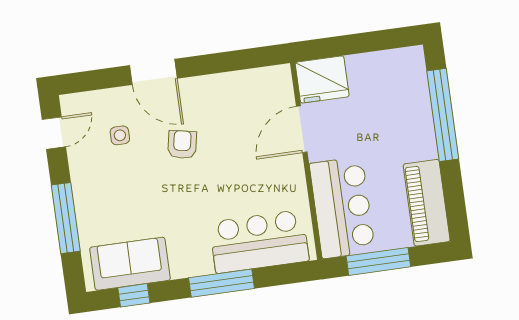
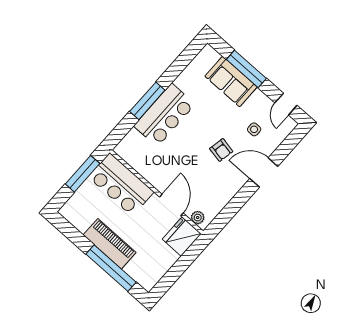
plant: (282, 86) -> (198, 218), added
piano: (427, 203) -> (110, 244), moved
bar counter: (259, 241) -> (164, 115), moved
sofa: (130, 264) -> (231, 82), moved, turned 90
window: (134, 295) -> (184, 60), removed

